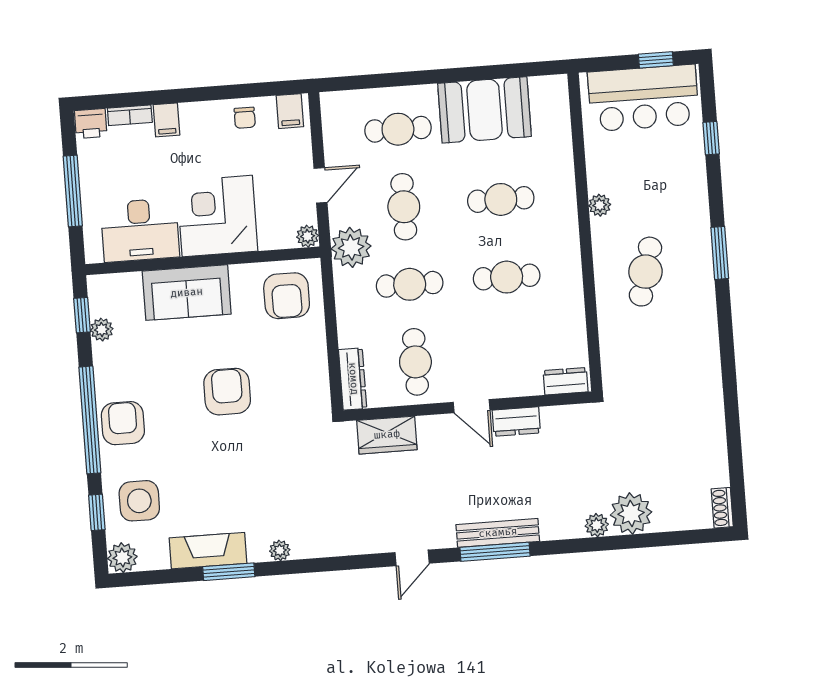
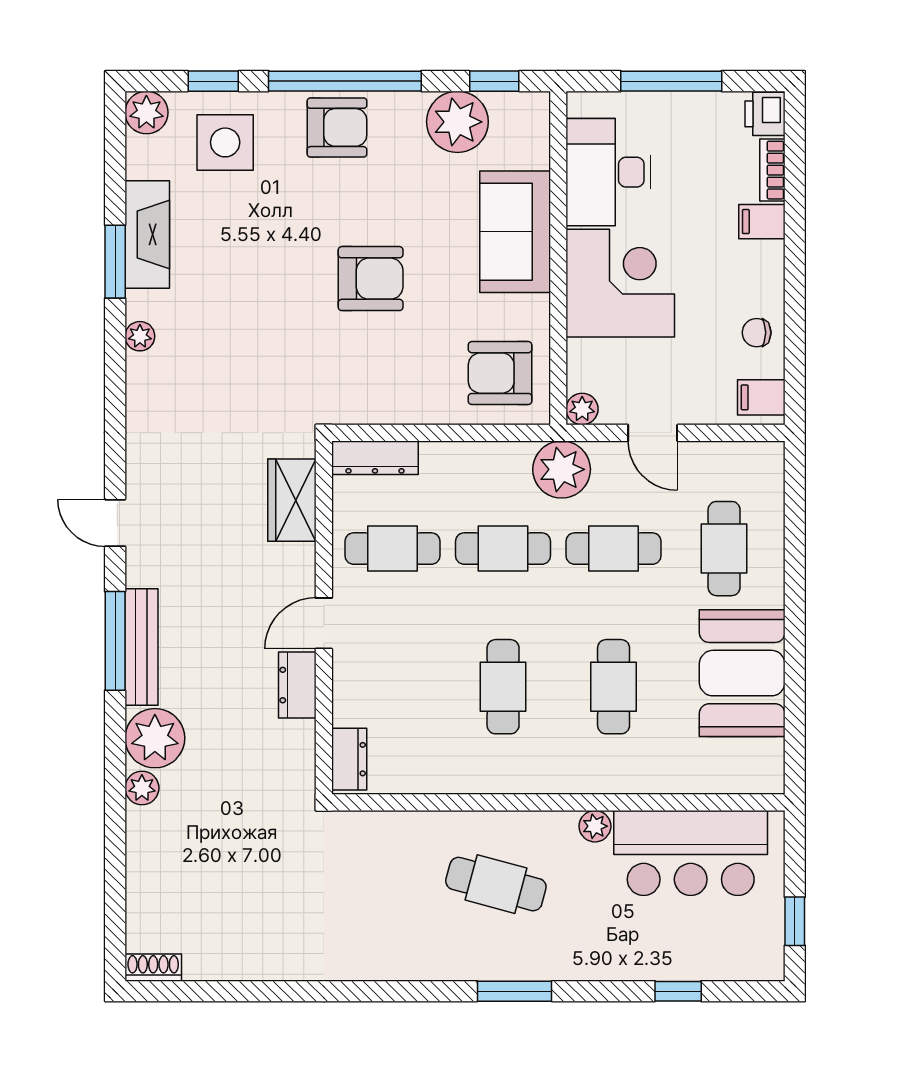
bar counter: (643, 98) -> (691, 853), moved, turned -90
cafe table: (410, 284) -> (503, 549), turned 90
plant: (102, 330) -> (457, 122), width x1.88, depth x1.88
plant: (631, 513) -> (155, 738), moved

